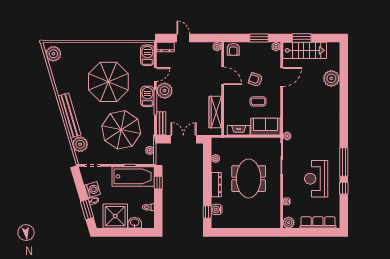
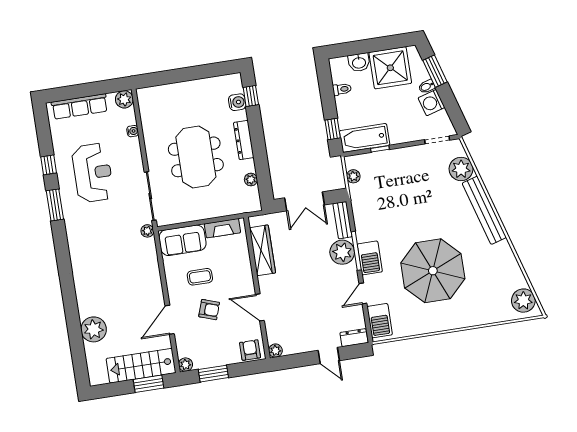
plant: (165, 91) -> (342, 252), moved
parasol: (121, 130) -> (402, 201), removed
window: (344, 162) -> (55, 205), width x0.69
bathtub: (133, 176) -> (365, 138), width x0.73, depth x0.73

